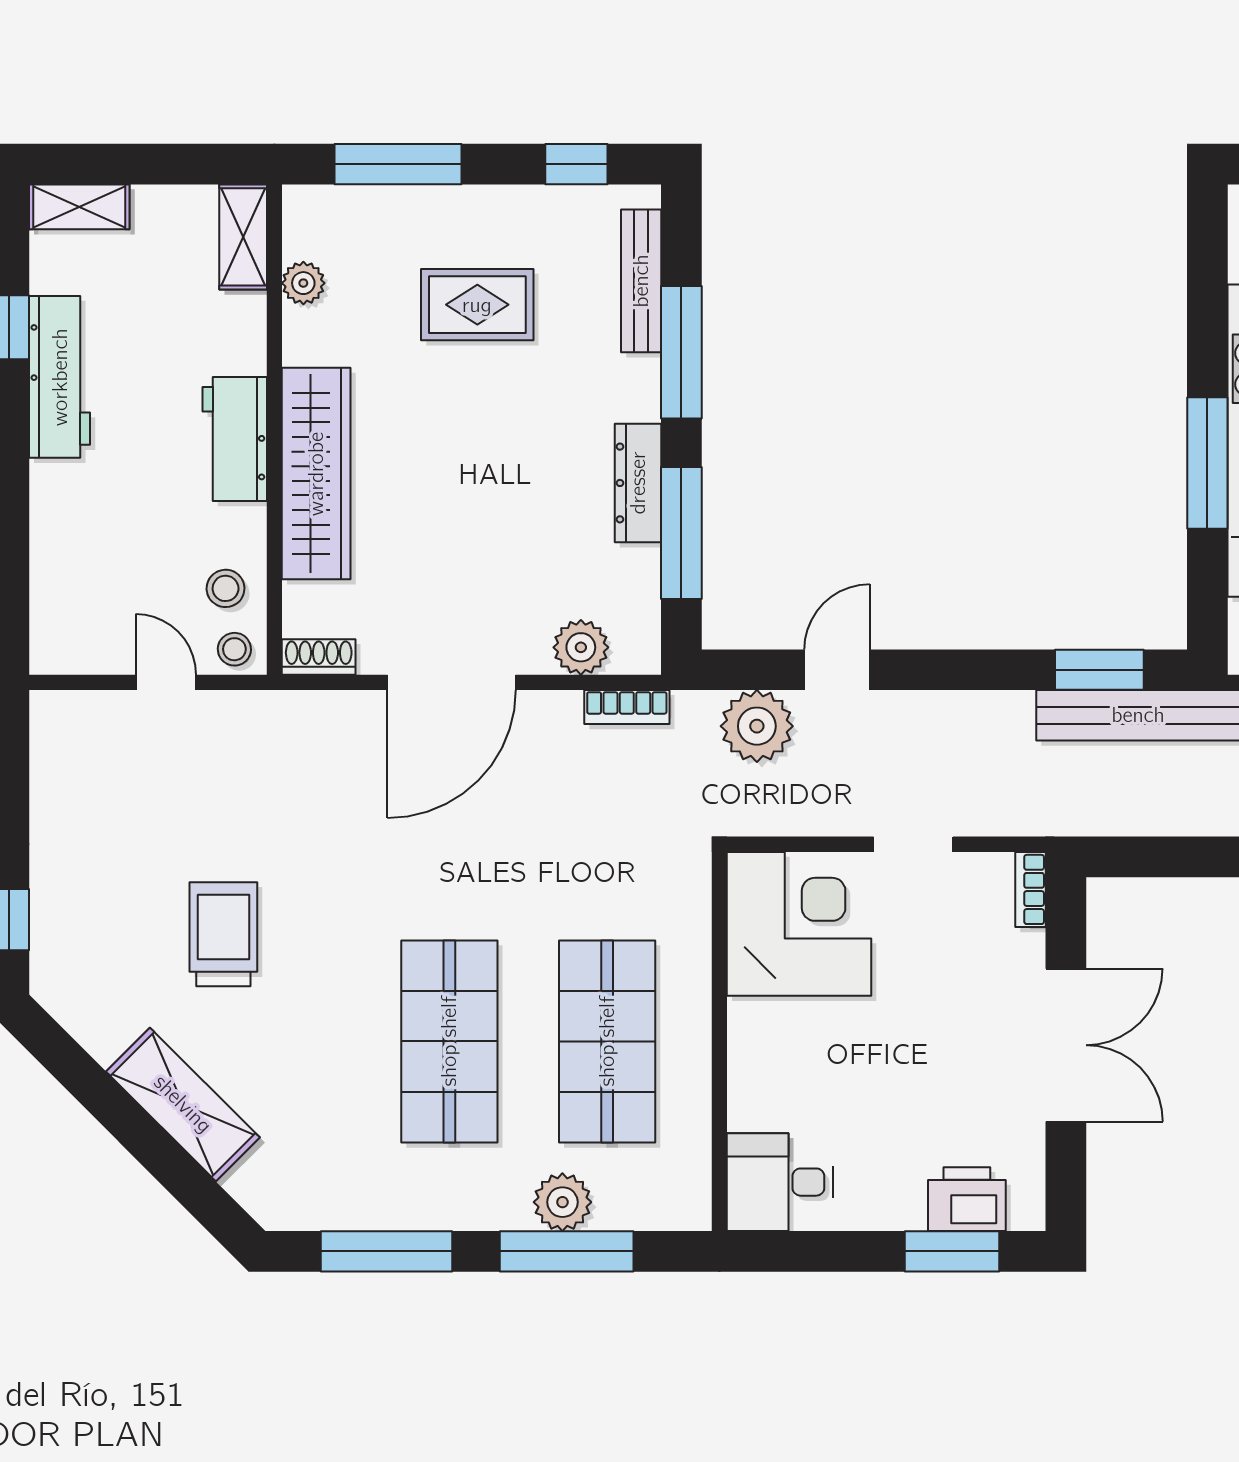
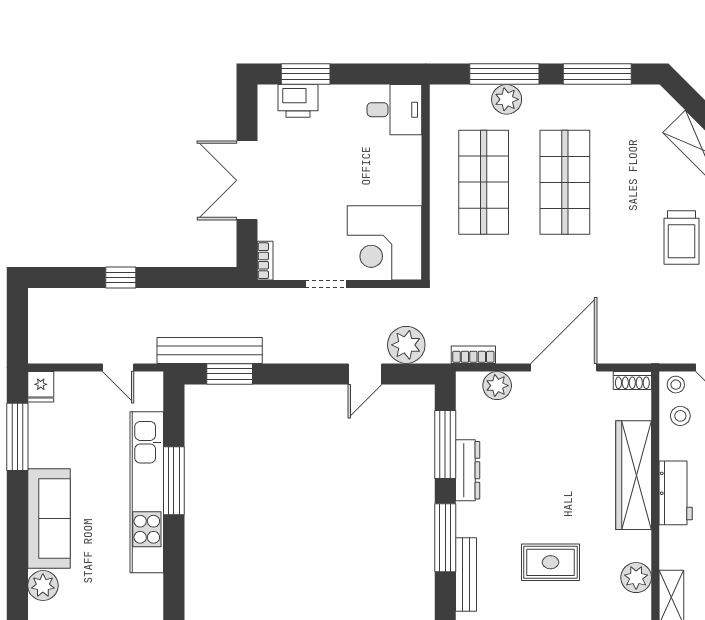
plant: (303, 283) -> (636, 578), width x1.38, depth x1.38

